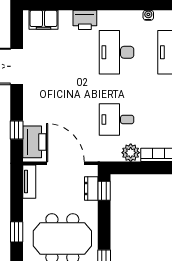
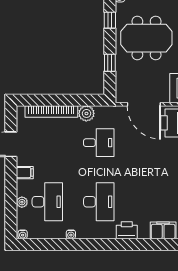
dresser: (91, 188) -> (121, 82), removed
window: (104, 191) -> (110, 63), moved

